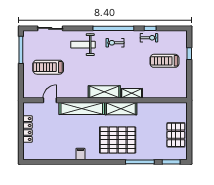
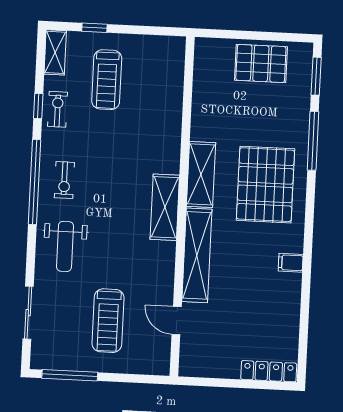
shelving: (132, 93) -> (55, 52), moved
locker: (28, 129) -> (269, 371), moved

